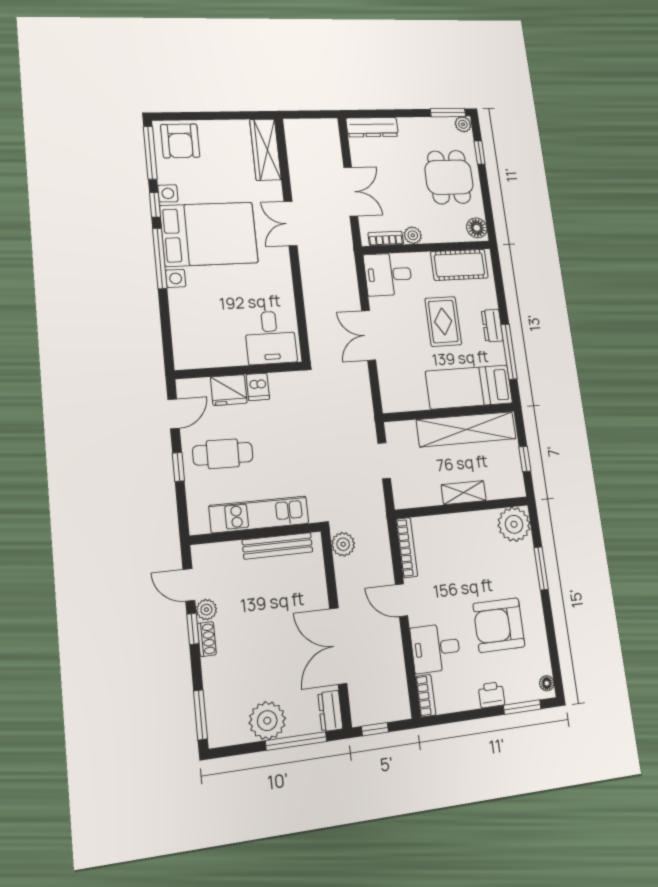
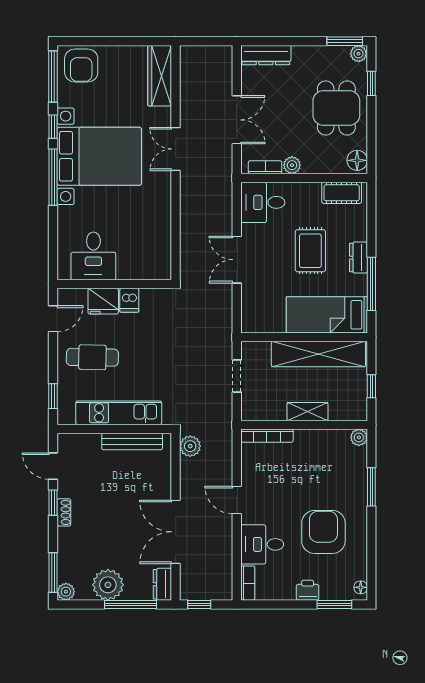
cot: (459, 265) -> (342, 193), width x0.73, depth x0.75
desk: (271, 338) -> (93, 256), moved
window: (178, 467) -> (53, 396), moved
plant: (514, 524) -> (359, 437), width x0.53, depth x0.53
bookcase: (407, 548) -> (267, 436), moved, turned 90
plant: (206, 610) -> (66, 592), moved
armchair: (499, 625) -> (323, 532), turned 90

